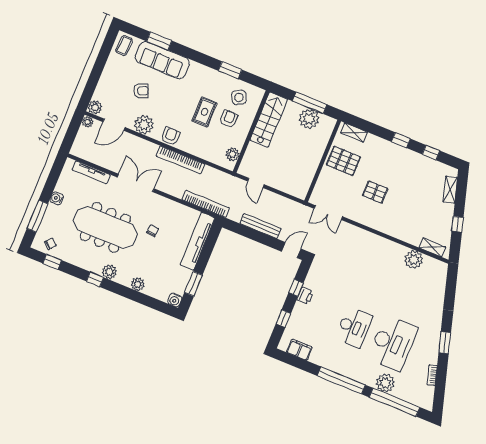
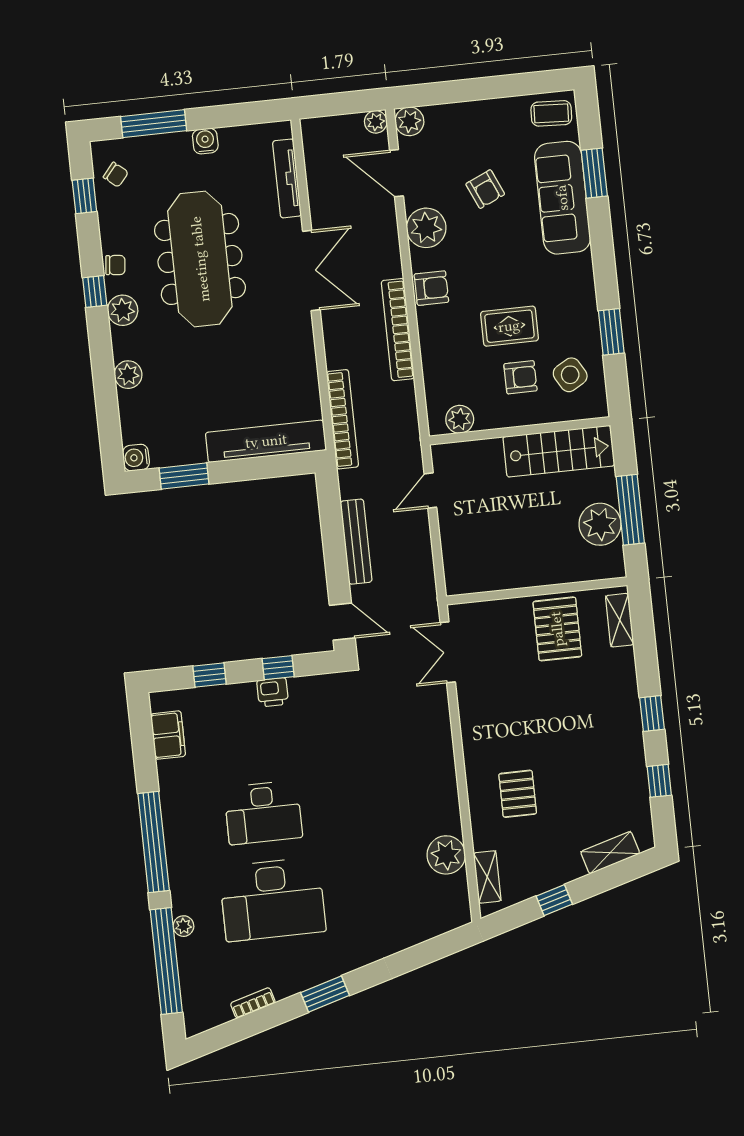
pallet: (375, 192) -> (518, 794), moved
chair: (153, 231) -> (115, 265), moved
plant: (385, 383) -> (183, 926), width x0.53, depth x0.53

